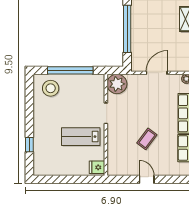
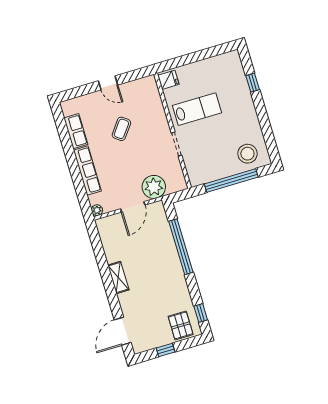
plant: (117, 84) -> (154, 187), moved

